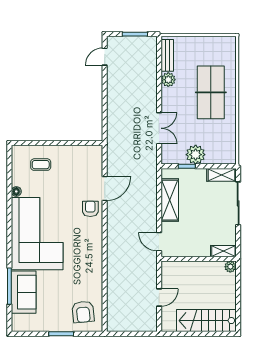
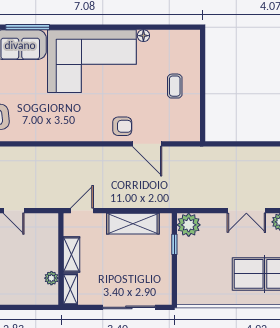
double door: (159, 128) -> (246, 211), moved
plant: (196, 155) -> (189, 225), moved
coffee table: (41, 165) -> (175, 86), moved
shelving: (222, 175) -> (72, 254), moved
plant: (230, 267) -> (51, 278), moved

